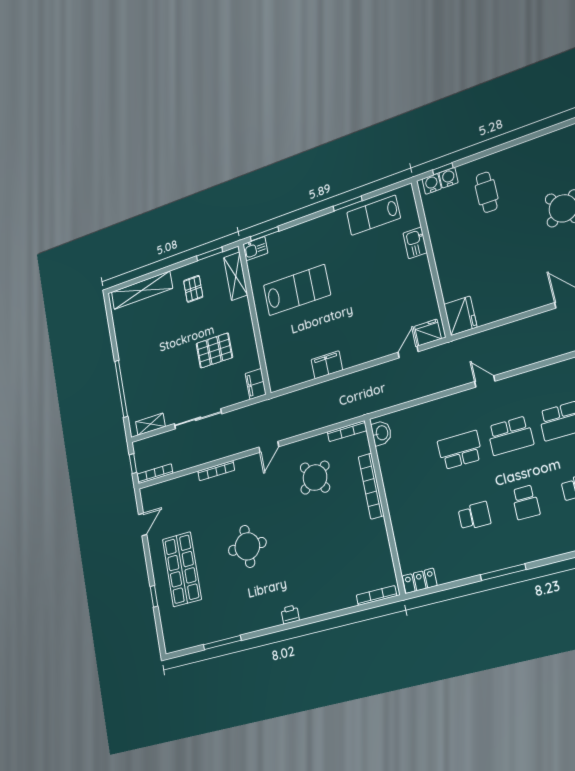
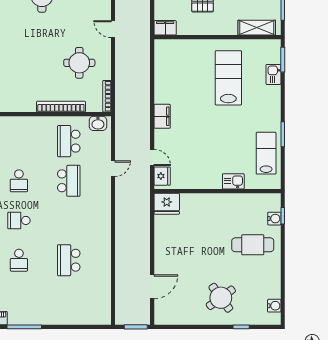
water cooler: (432, 184) -> (274, 306), moved
cafe table: (487, 192) -> (253, 245), width x1.37, depth x1.35
kitchen sink: (255, 249) -> (273, 74), moved
lab bench: (297, 290) -> (228, 78), turned 180
filing cabinet: (327, 365) -> (162, 116), moved
door: (485, 381) -> (113, 169), moved
school desk: (510, 436) -> (69, 141), moved
round table: (315, 478) -> (79, 63), turned 35

